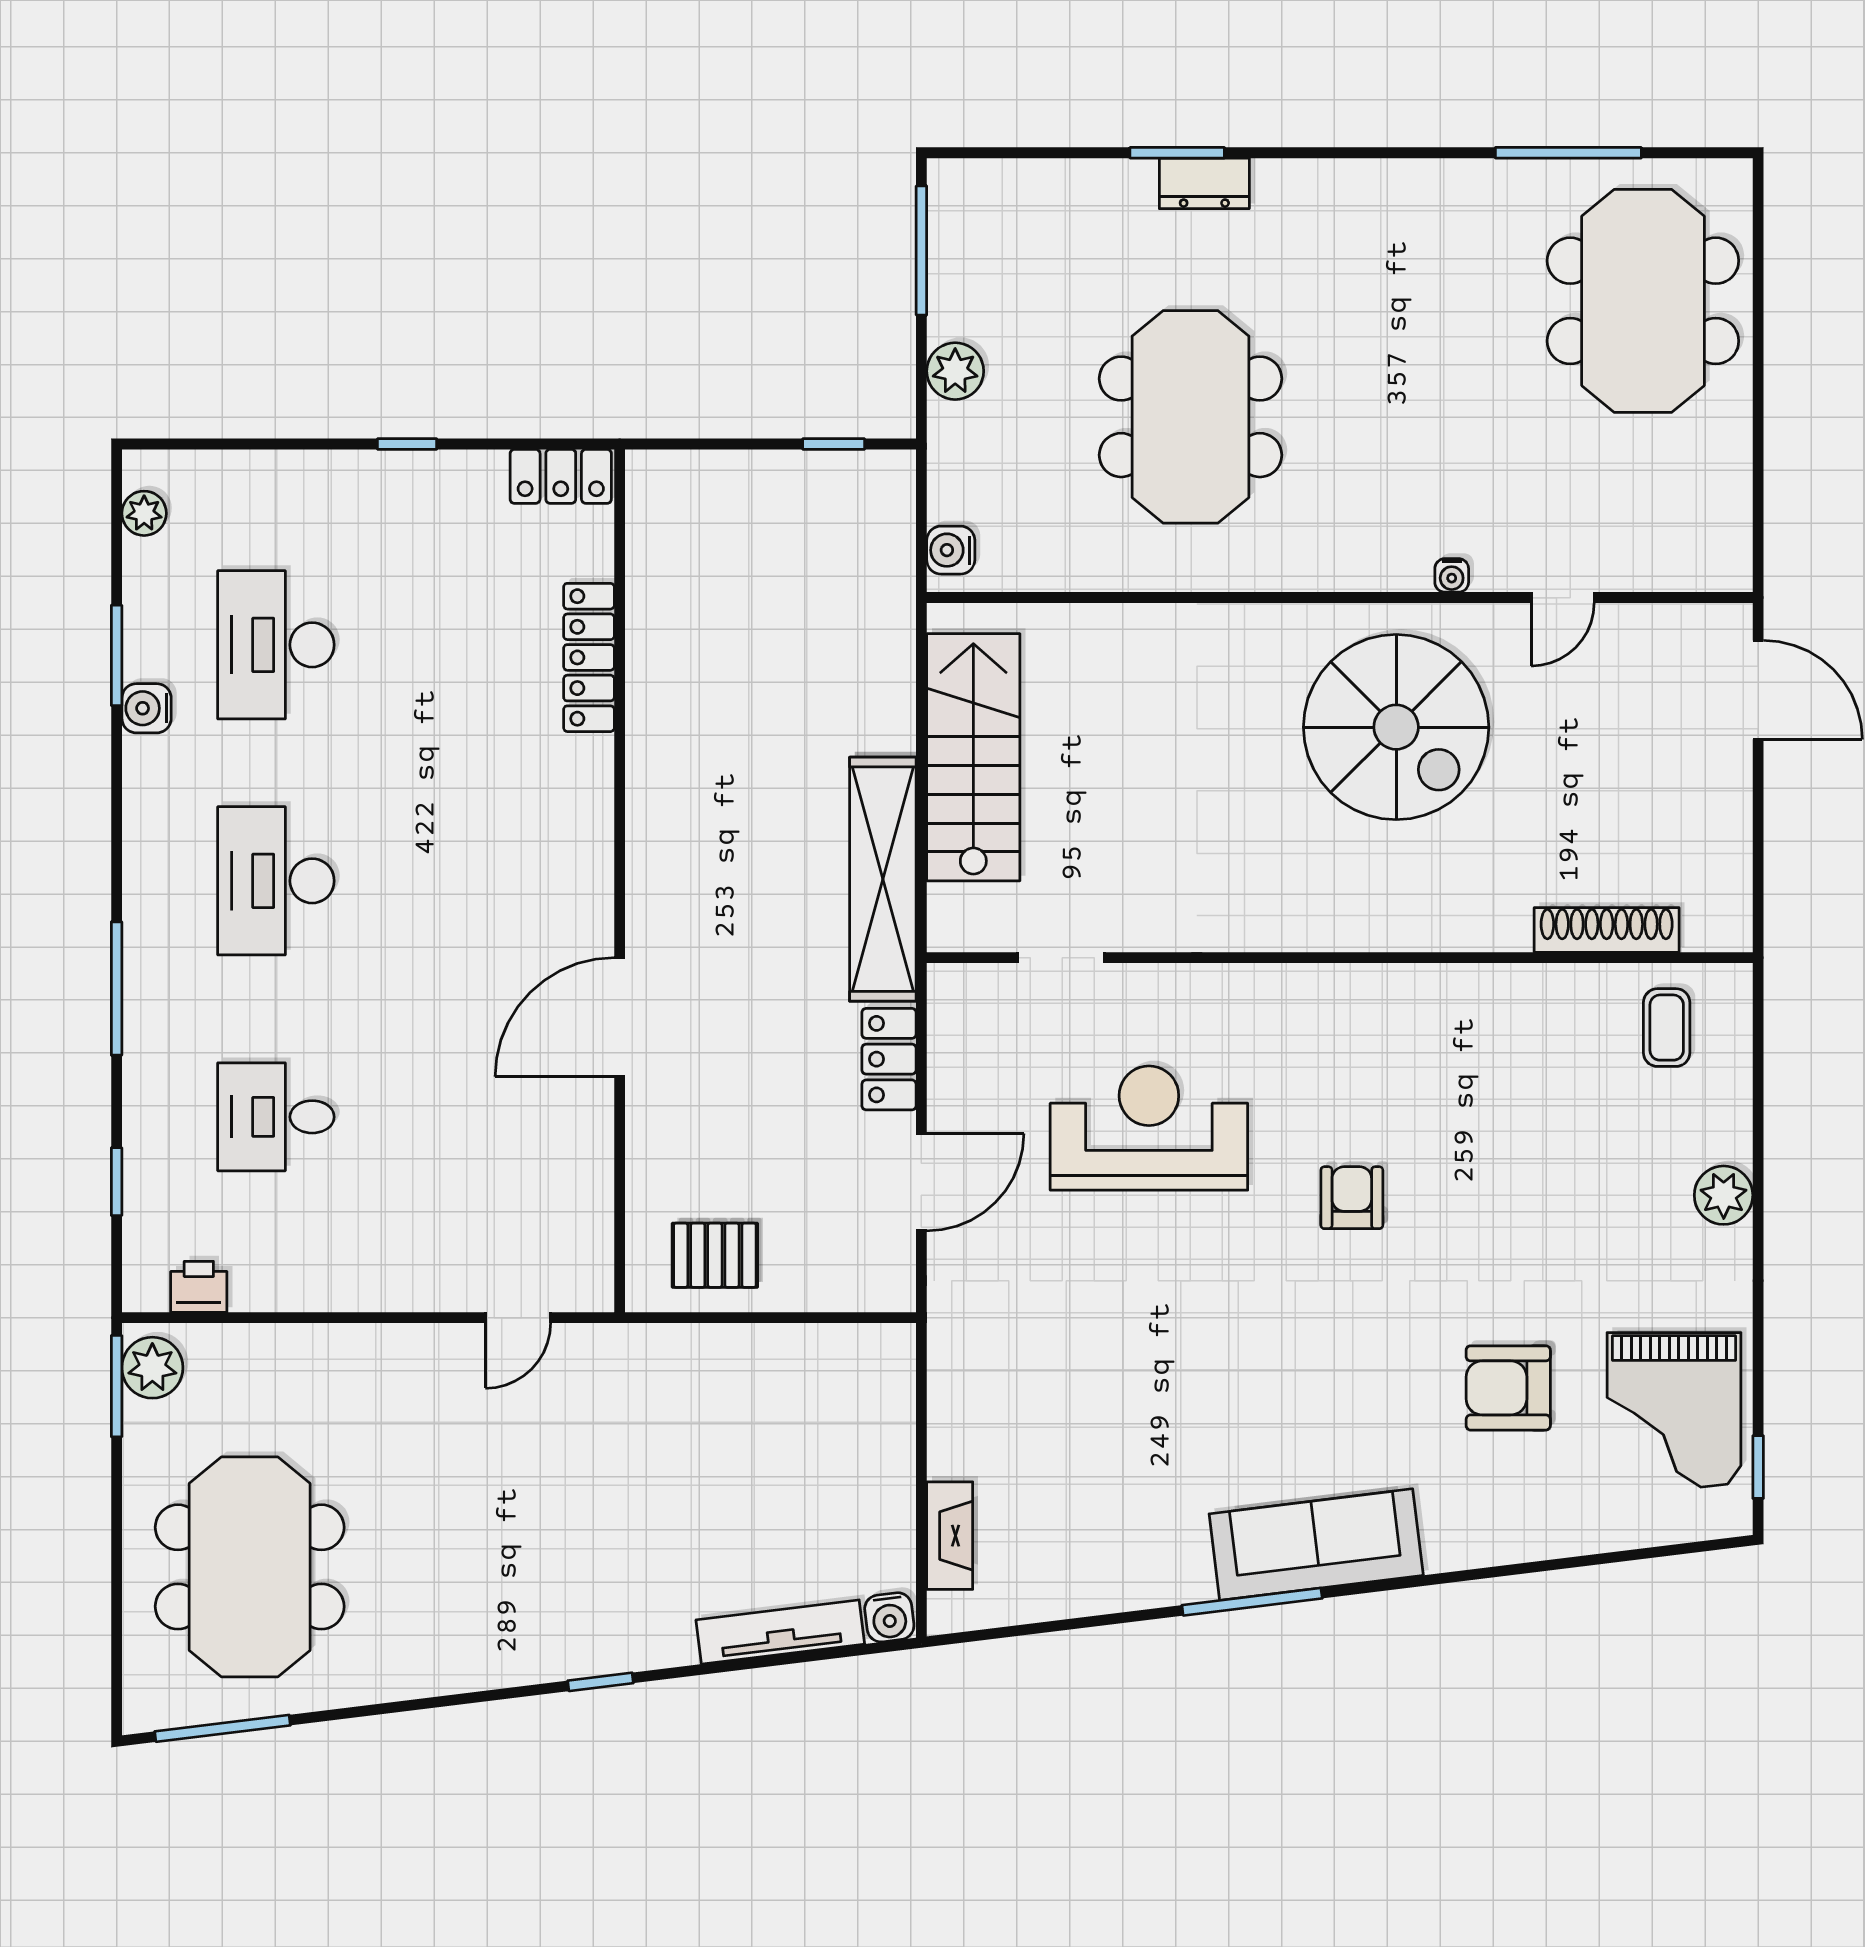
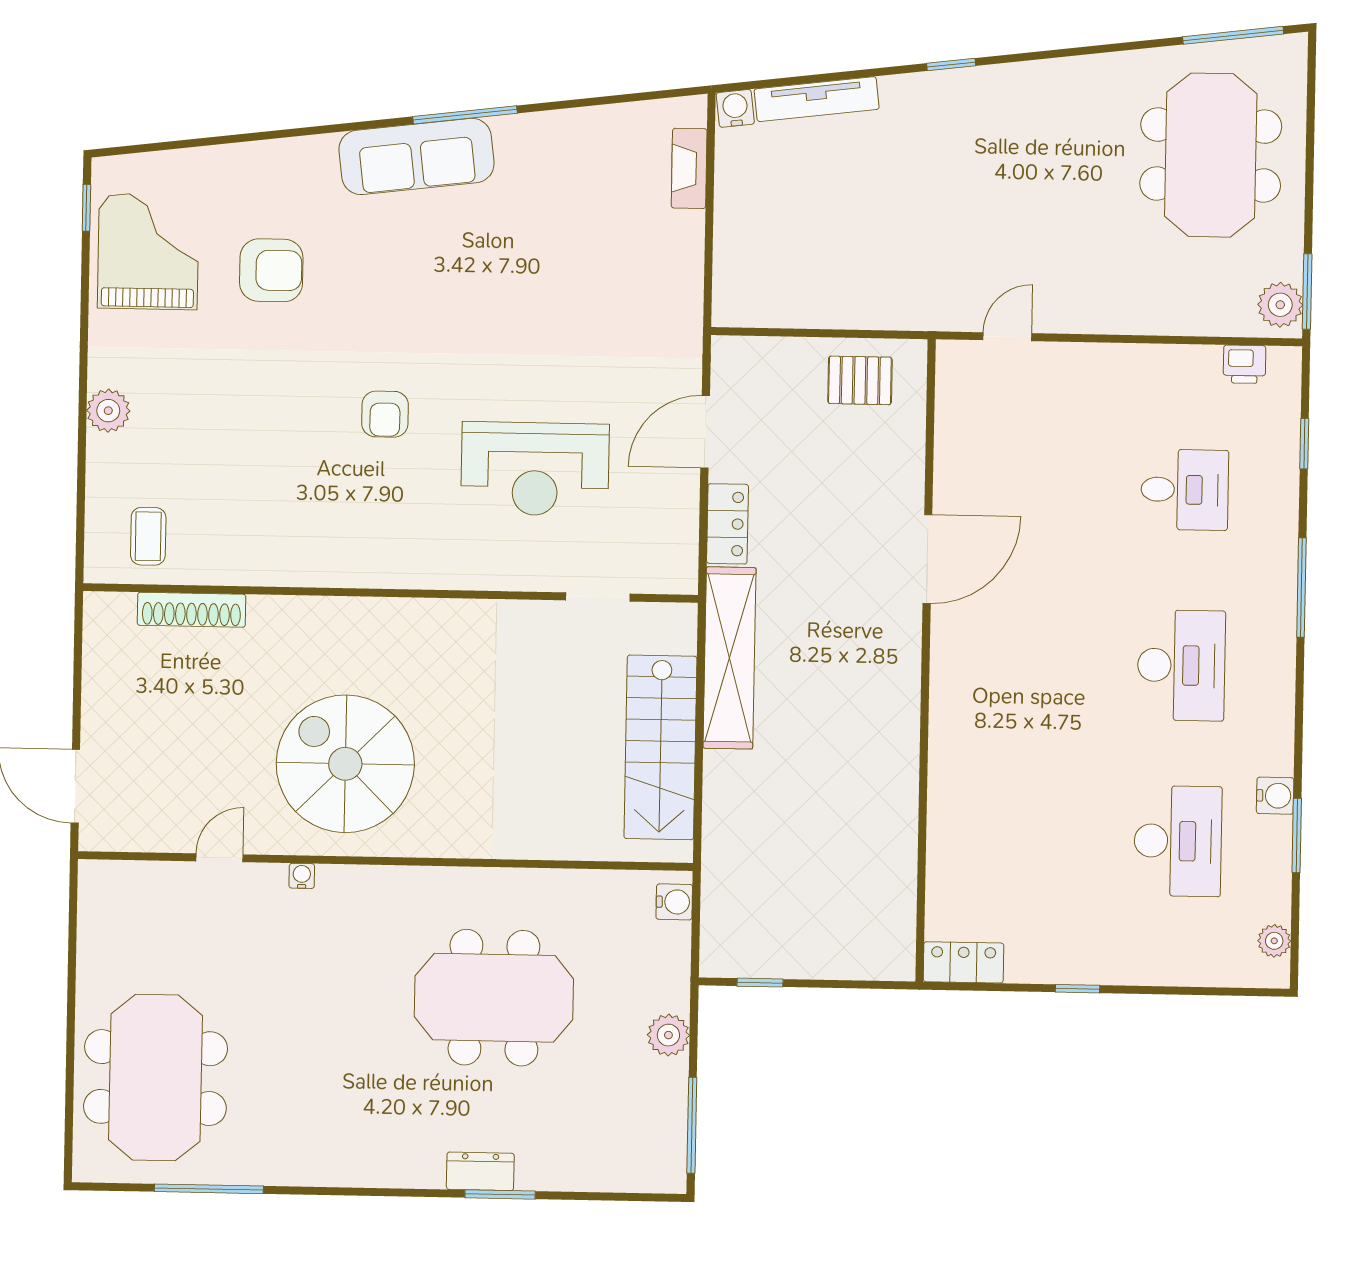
meeting table: (1191, 417) -> (494, 998), turned 90
locker: (589, 657) -> (945, 827), removed

